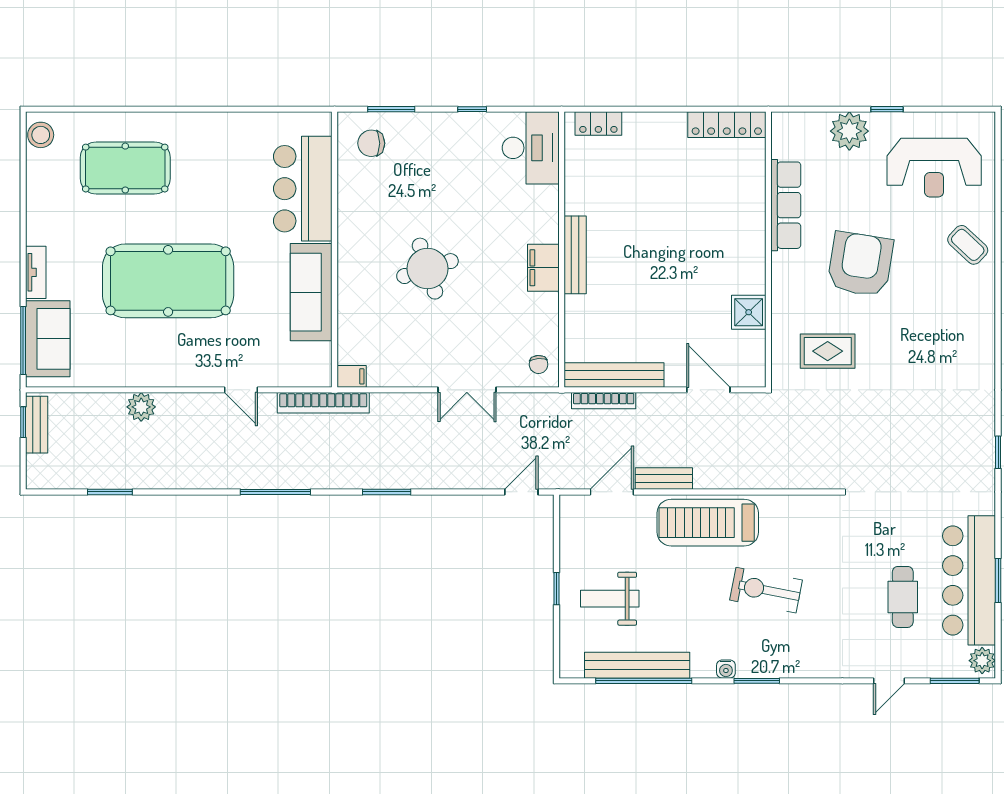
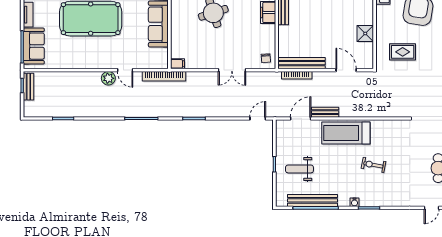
plant: (141, 407) -> (108, 78), moved
exercise bike: (766, 590) -> (373, 165), width x0.73, depth x0.72

